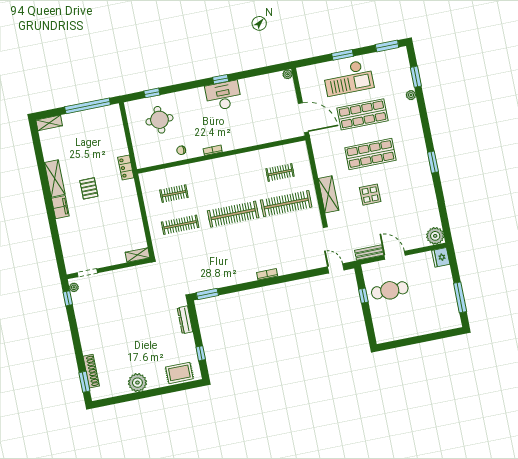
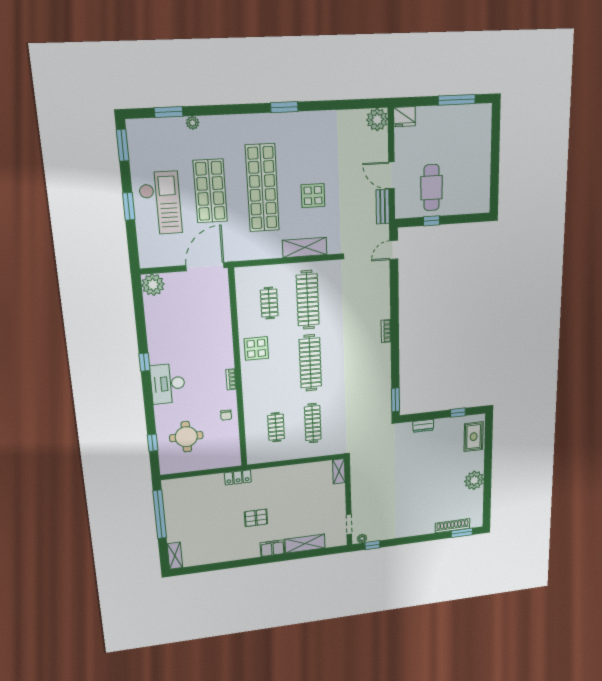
plant: (288, 74) -> (153, 285), width x1.88, depth x1.88
desk: (223, 96) -> (168, 384), moved
shop shelf: (370, 154) -> (262, 188), width x1.40
display table: (241, 167) -> (256, 348), added
shelving: (55, 178) -> (305, 544), moved
door: (395, 255) -> (392, 175), hinge flipped
dresser: (185, 320) -> (423, 426), width x0.70

